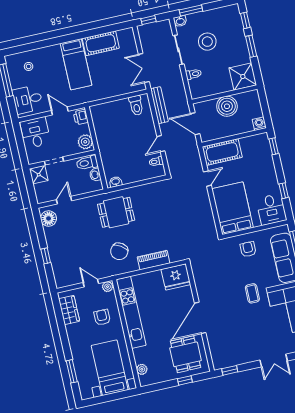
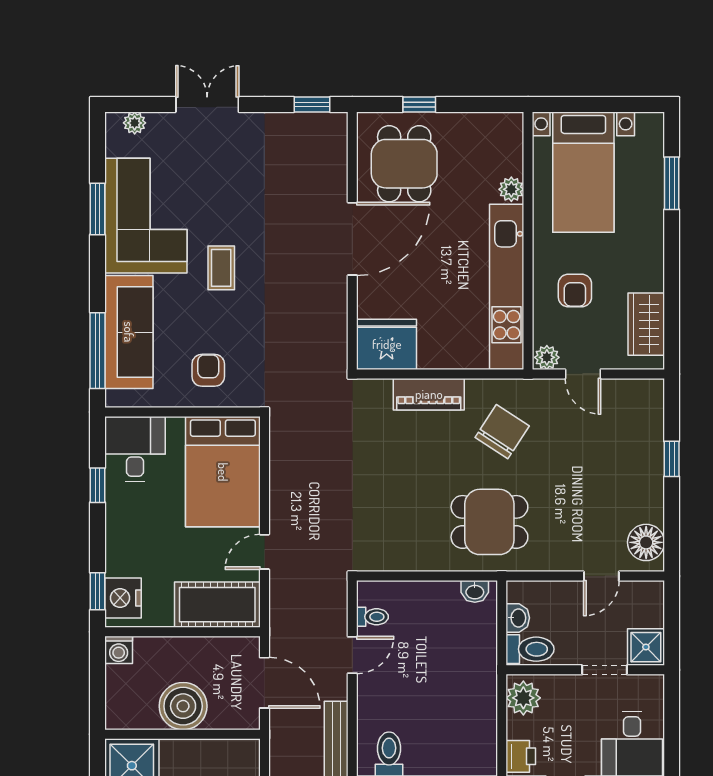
nightstand: (262, 146) -> (123, 598), added
armchair: (248, 249) -> (208, 370), turned 180
plant: (142, 369) -> (511, 189), moved

